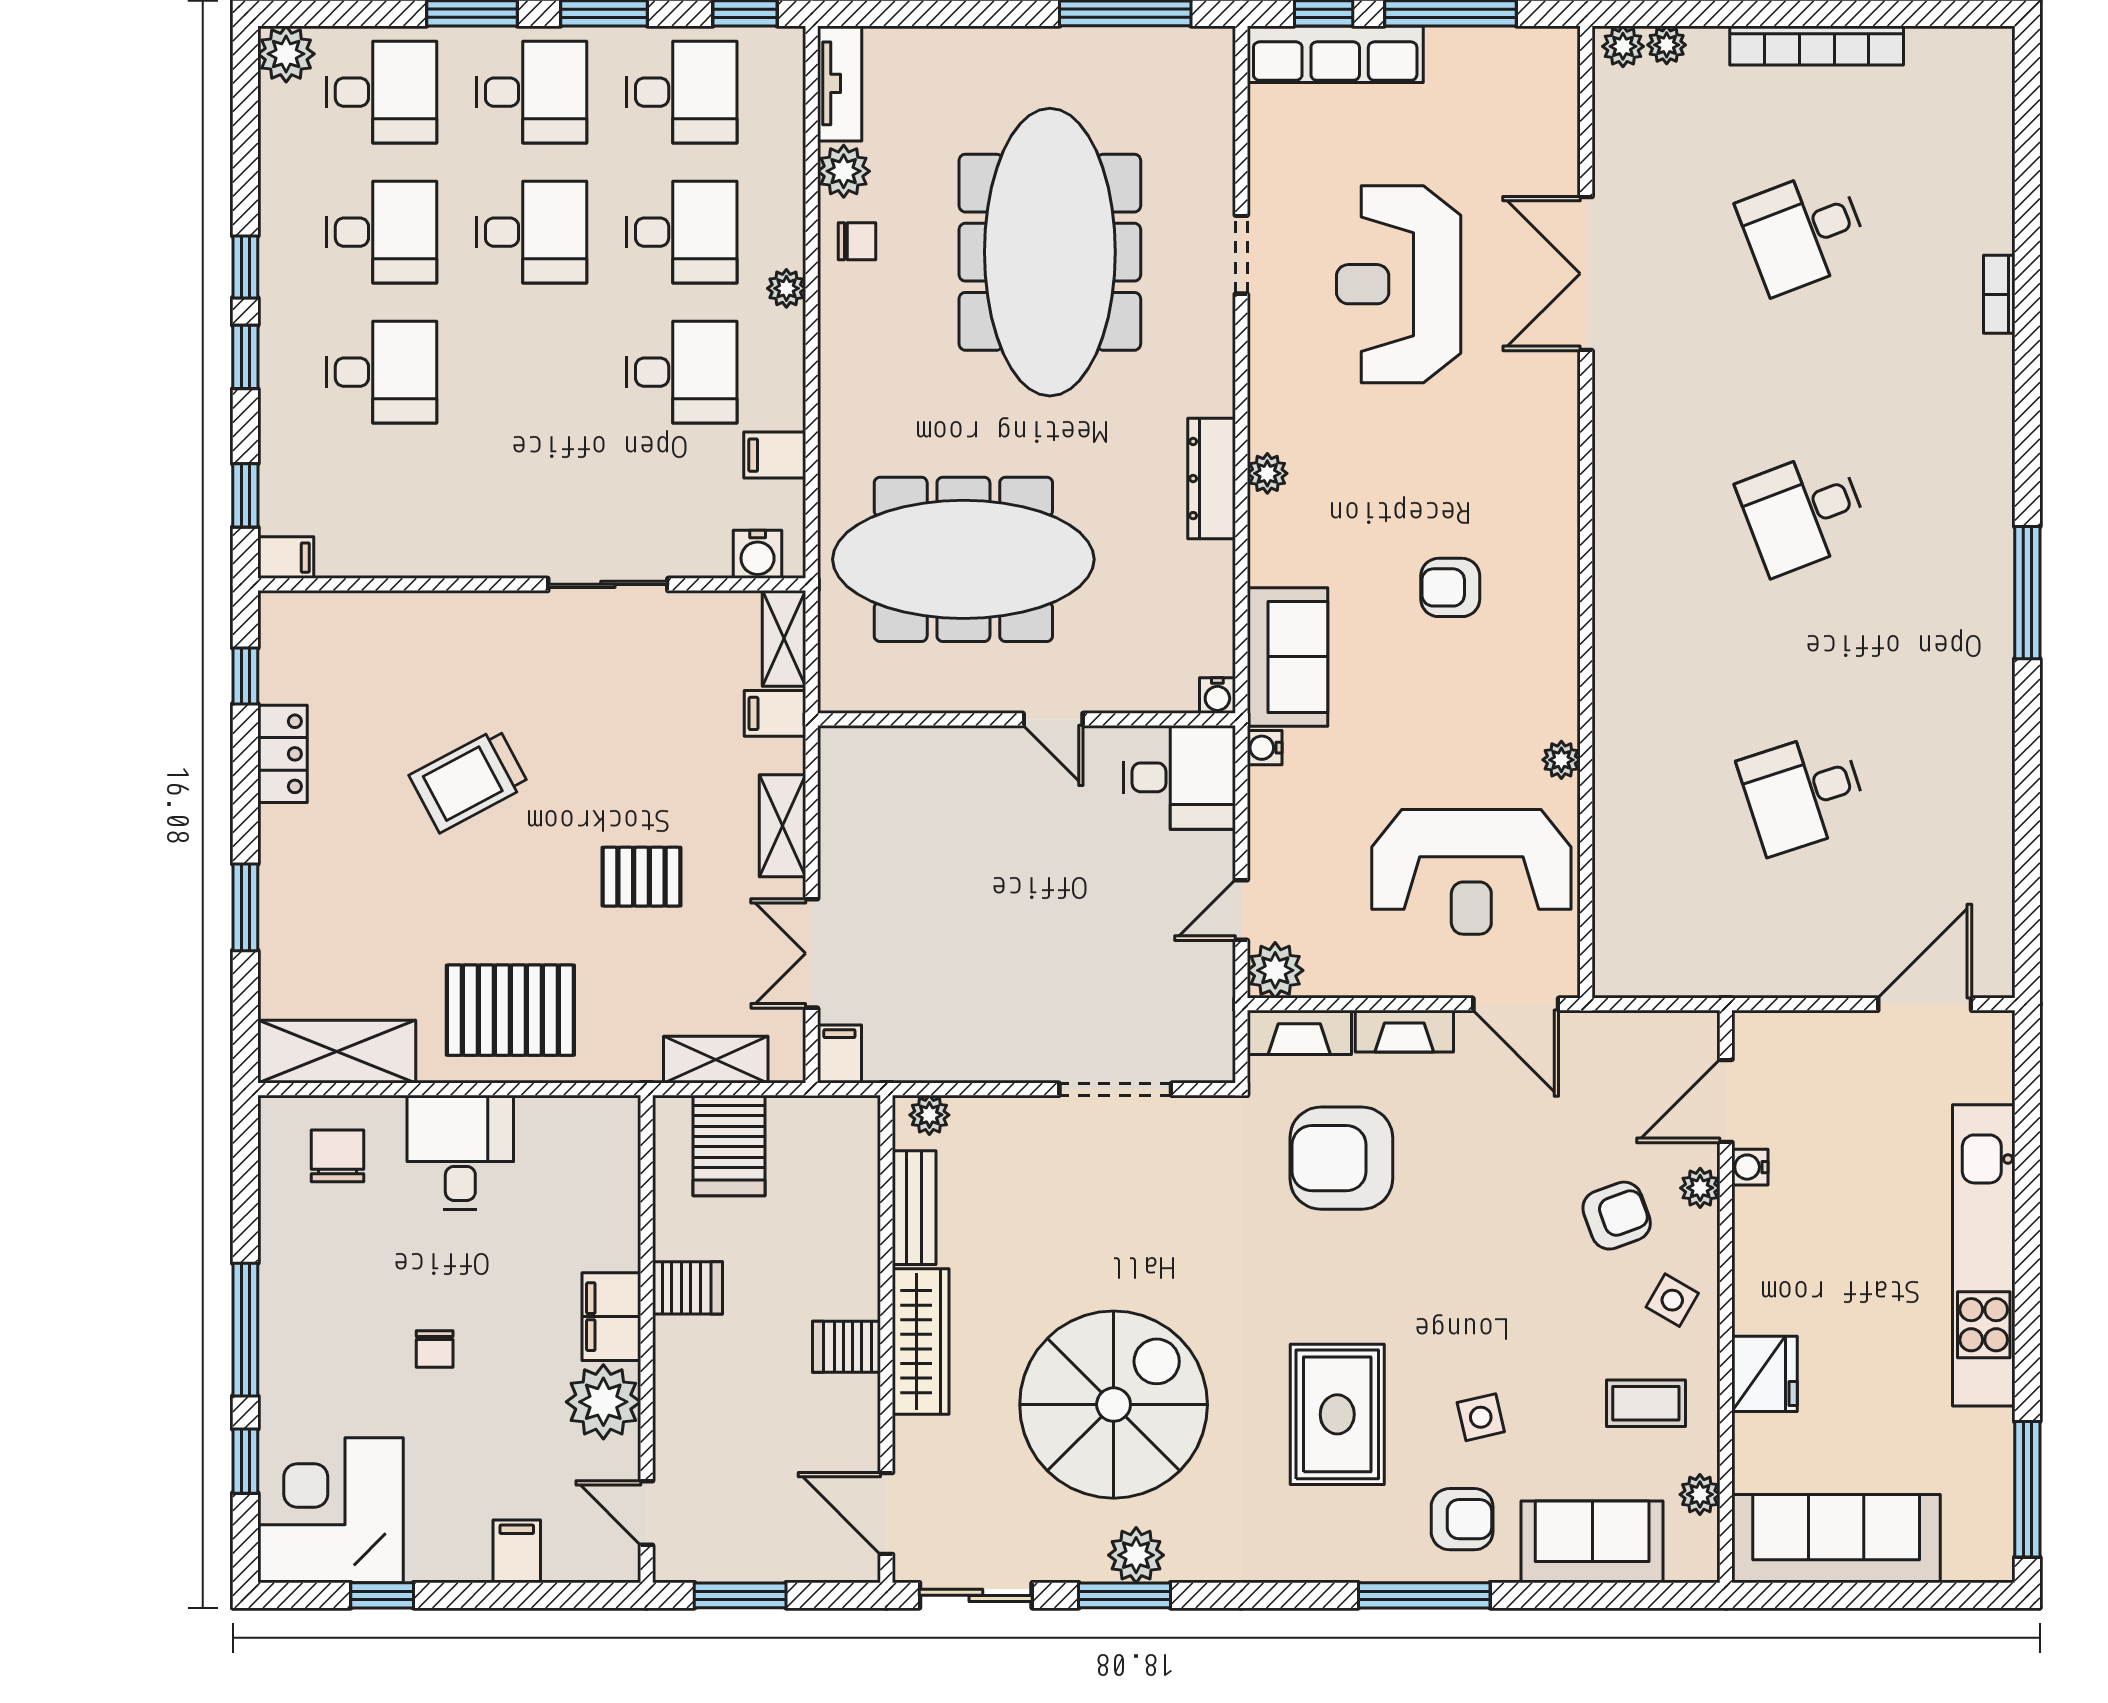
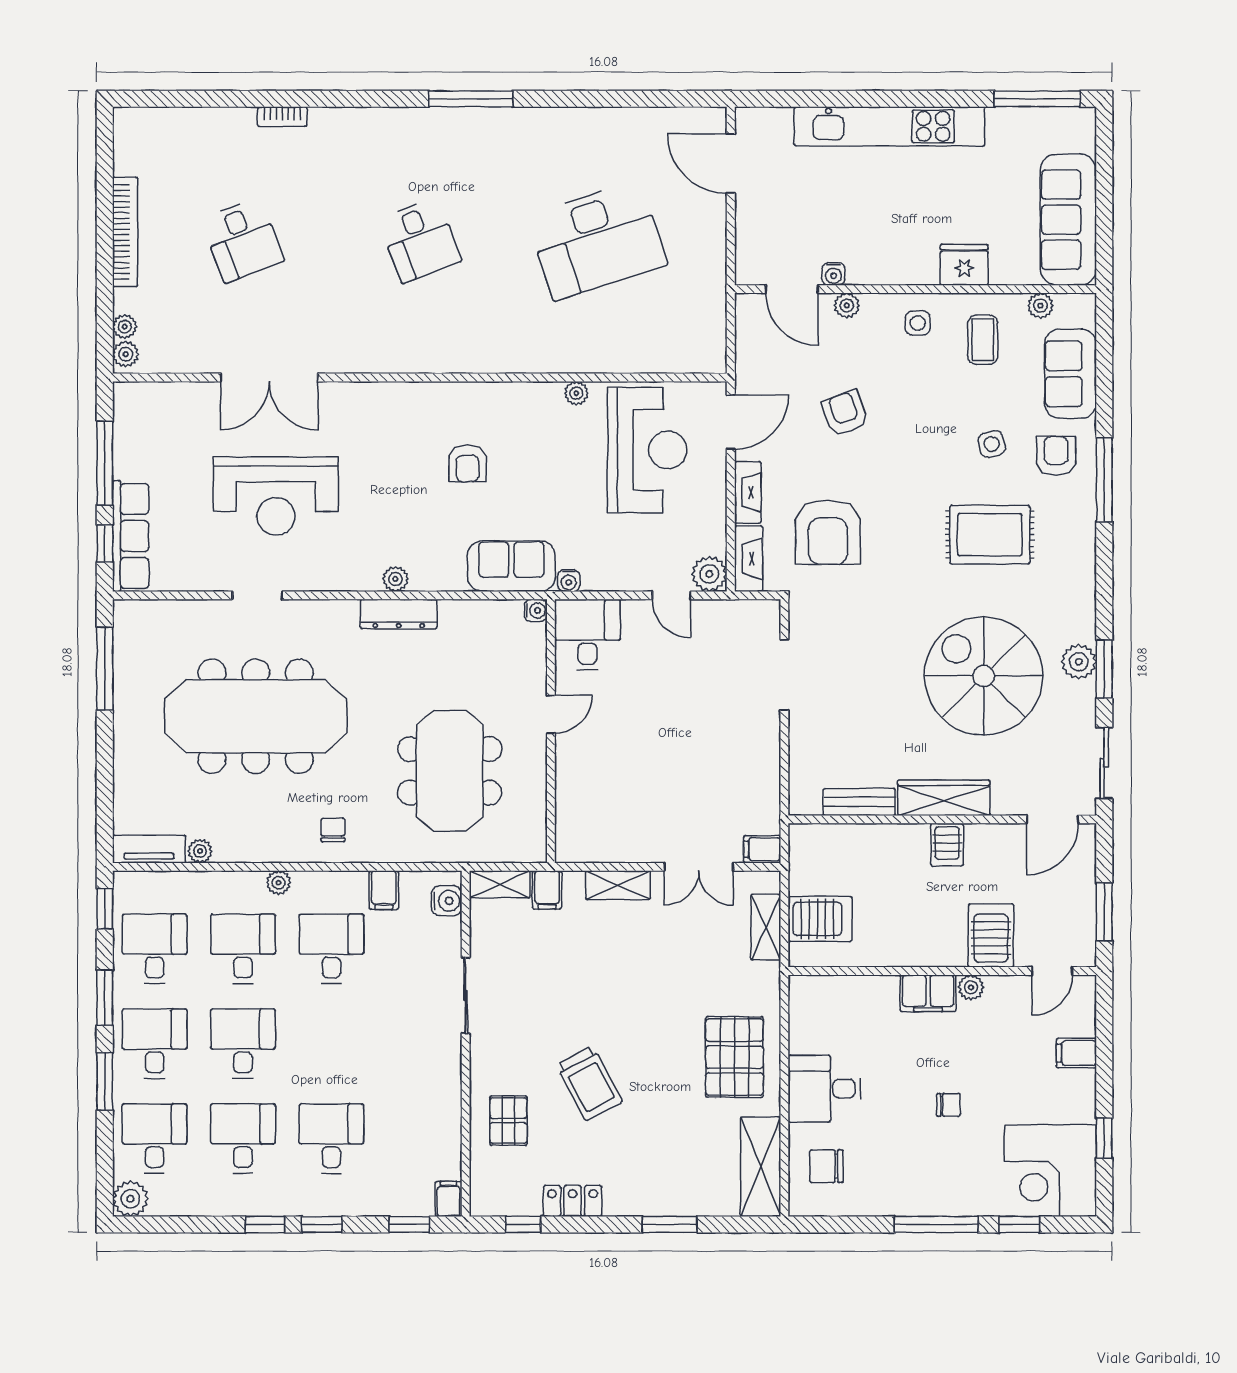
plant: (844, 171) -> (200, 851), width x0.73, depth x0.73
chair: (857, 241) -> (333, 830), moved
meeting table: (963, 559) -> (450, 771), width x0.73
desk: (1803, 793) -> (597, 240), width x1.87, depth x1.30
pallet: (642, 877) -> (508, 1121), moved
plant: (929, 1115) -> (801, 792), removed
armchair: (1617, 1216) -> (845, 413), moved
server rack: (687, 1288) -> (991, 935), moved, width x1.36, depth x1.44
side table: (1672, 1300) -> (918, 323), turned -30
plant: (603, 1402) -> (971, 987), width x0.53, depth x0.53

